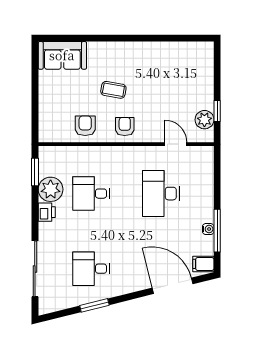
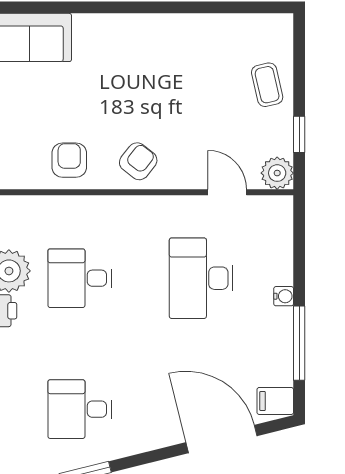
coffee table: (113, 90) -> (267, 85), moved, turned 67
plant: (204, 120) -> (277, 173), moved
armchair: (125, 126) -> (138, 161), turned 38
water cooler: (208, 229) -> (284, 296), moved

